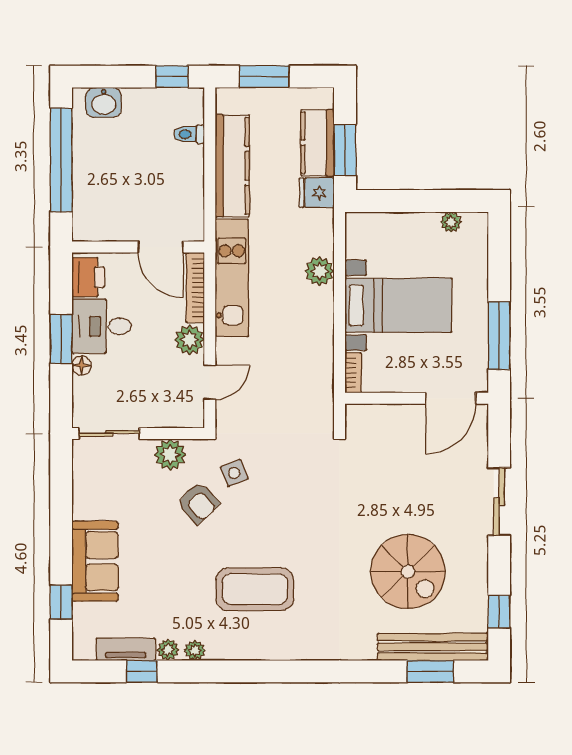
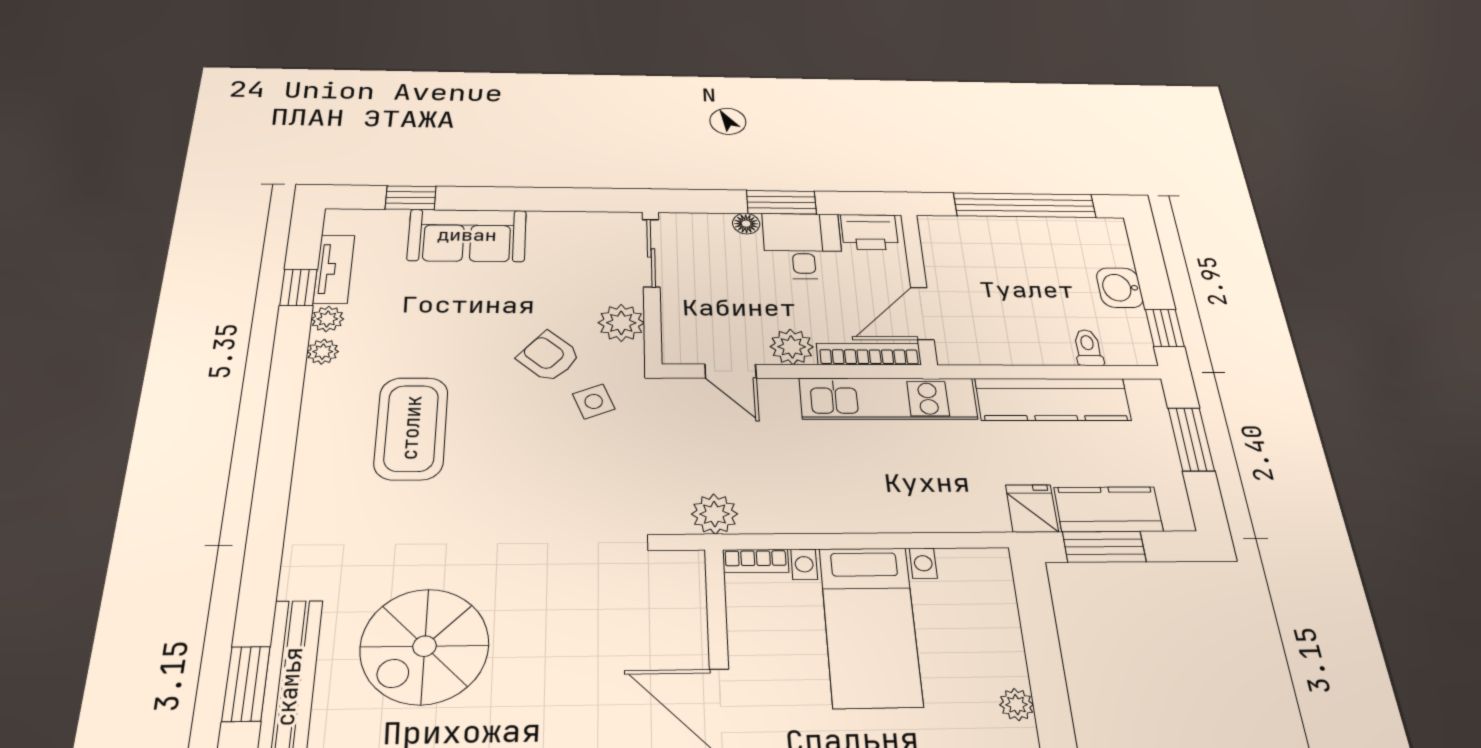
washbasin: (104, 102) -> (1120, 288), moved
plant: (319, 271) -> (714, 514), moved
armchair: (198, 503) -> (549, 357), turned 84

